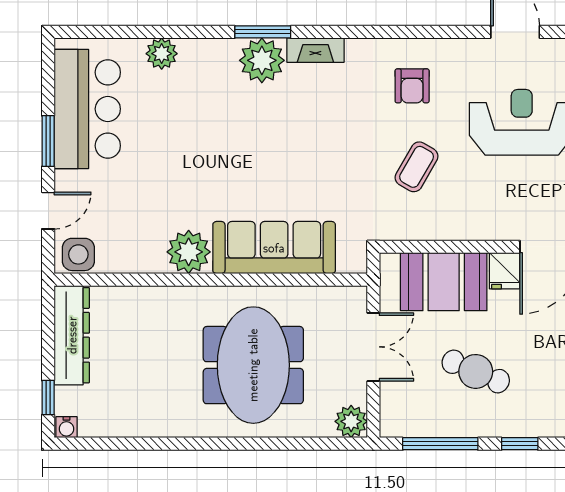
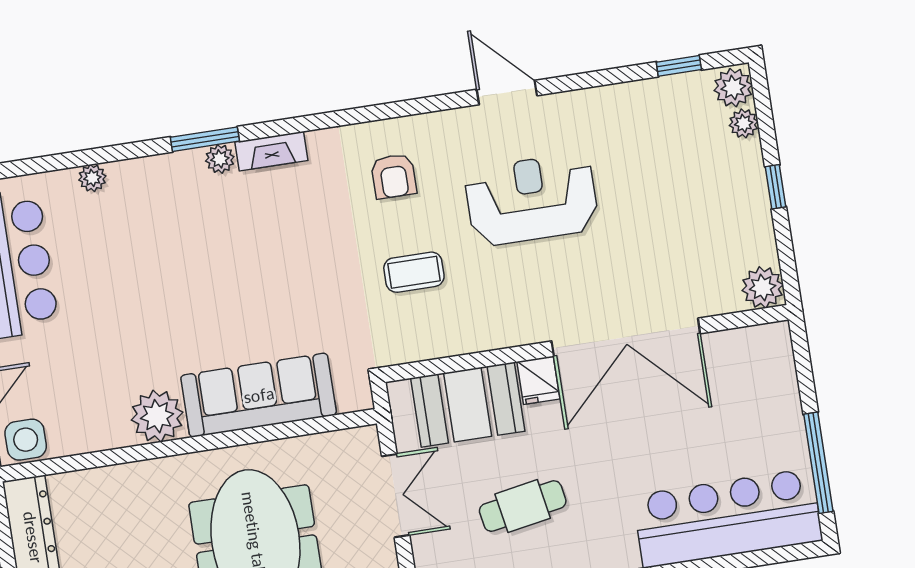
plant: (162, 54) -> (92, 178), width x0.73, depth x0.73
plant: (262, 60) -> (220, 159), width x0.53, depth x0.53
coffee table: (417, 167) -> (414, 272), turned 60
cafe table: (476, 371) -> (523, 506), turned -33

